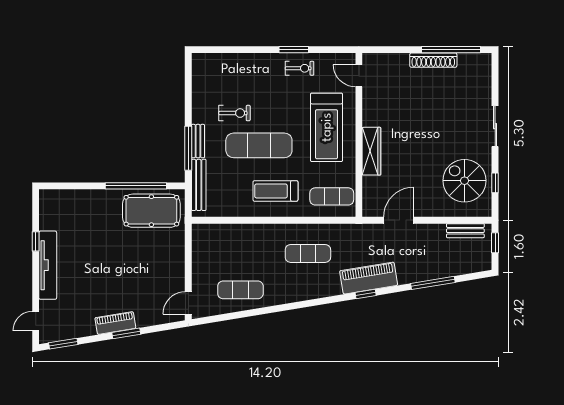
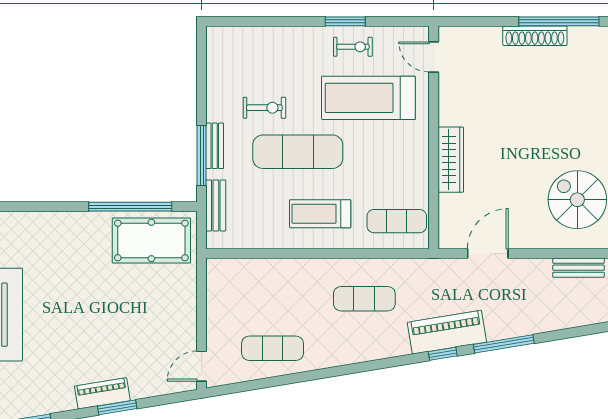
treadmill: (327, 127) -> (368, 98), moved, turned 90
bench: (199, 185) -> (216, 205), width x0.73
window: (433, 283) -> (504, 344), moved

